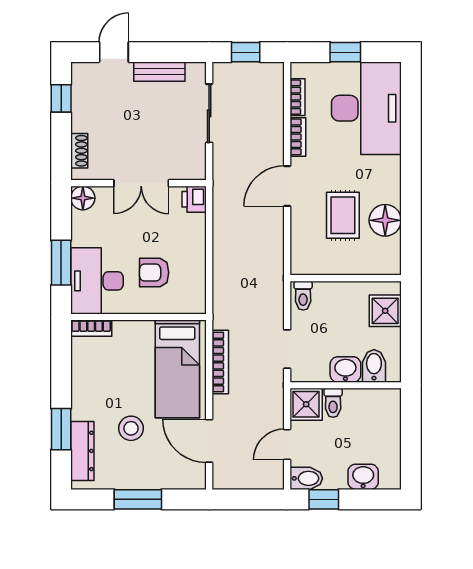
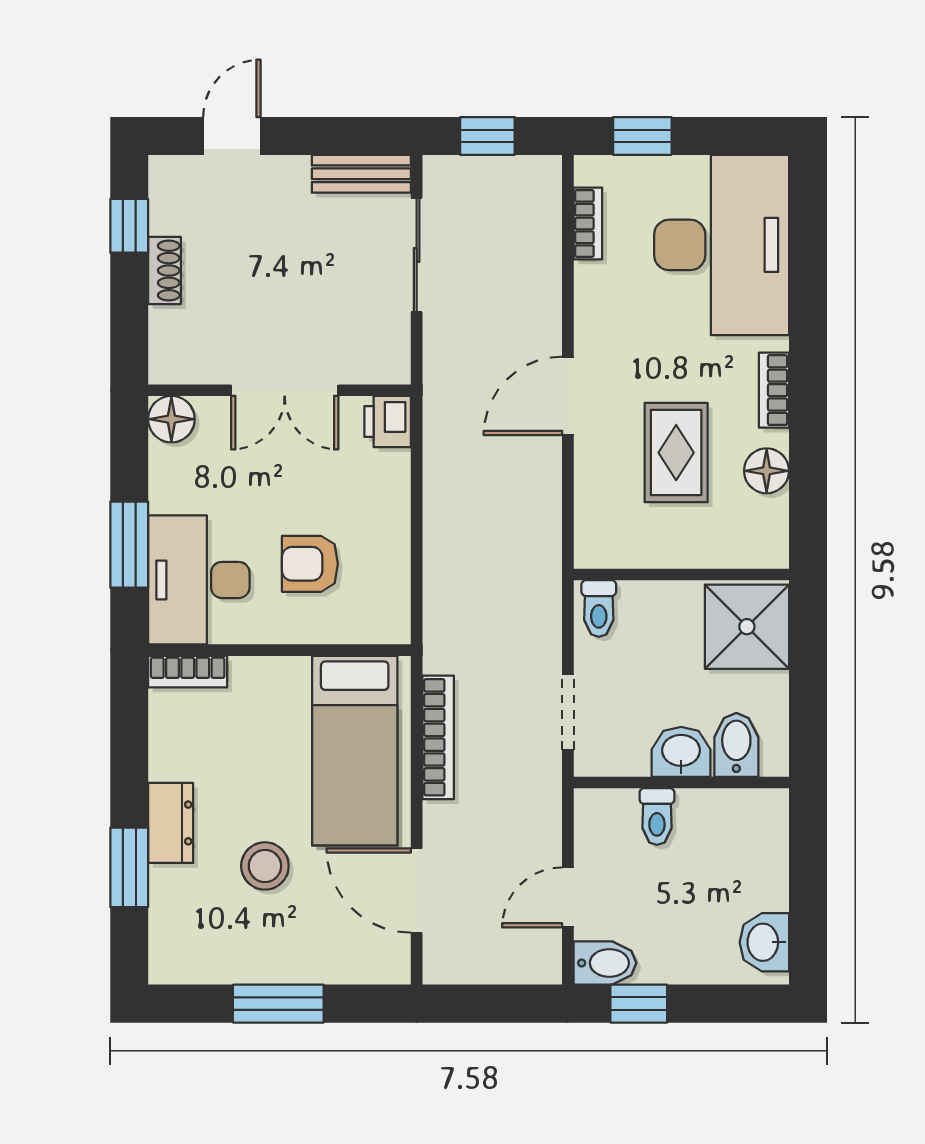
window: (345, 52) -> (642, 136), moved
bench: (159, 72) -> (361, 174), moved
bookcase: (298, 137) -> (774, 390), moved, turned 180
shoe rack: (79, 151) -> (165, 270), moved
floor lamp: (385, 220) -> (767, 471), width x0.73, depth x0.73
shower: (385, 311) -> (747, 627), width x1.36, depth x1.36
shower: (306, 404) -> (605, 819), removed
dresser: (82, 451) -> (171, 823), moved, width x0.70
washbasin: (363, 477) -> (764, 942), moved, turned -90

